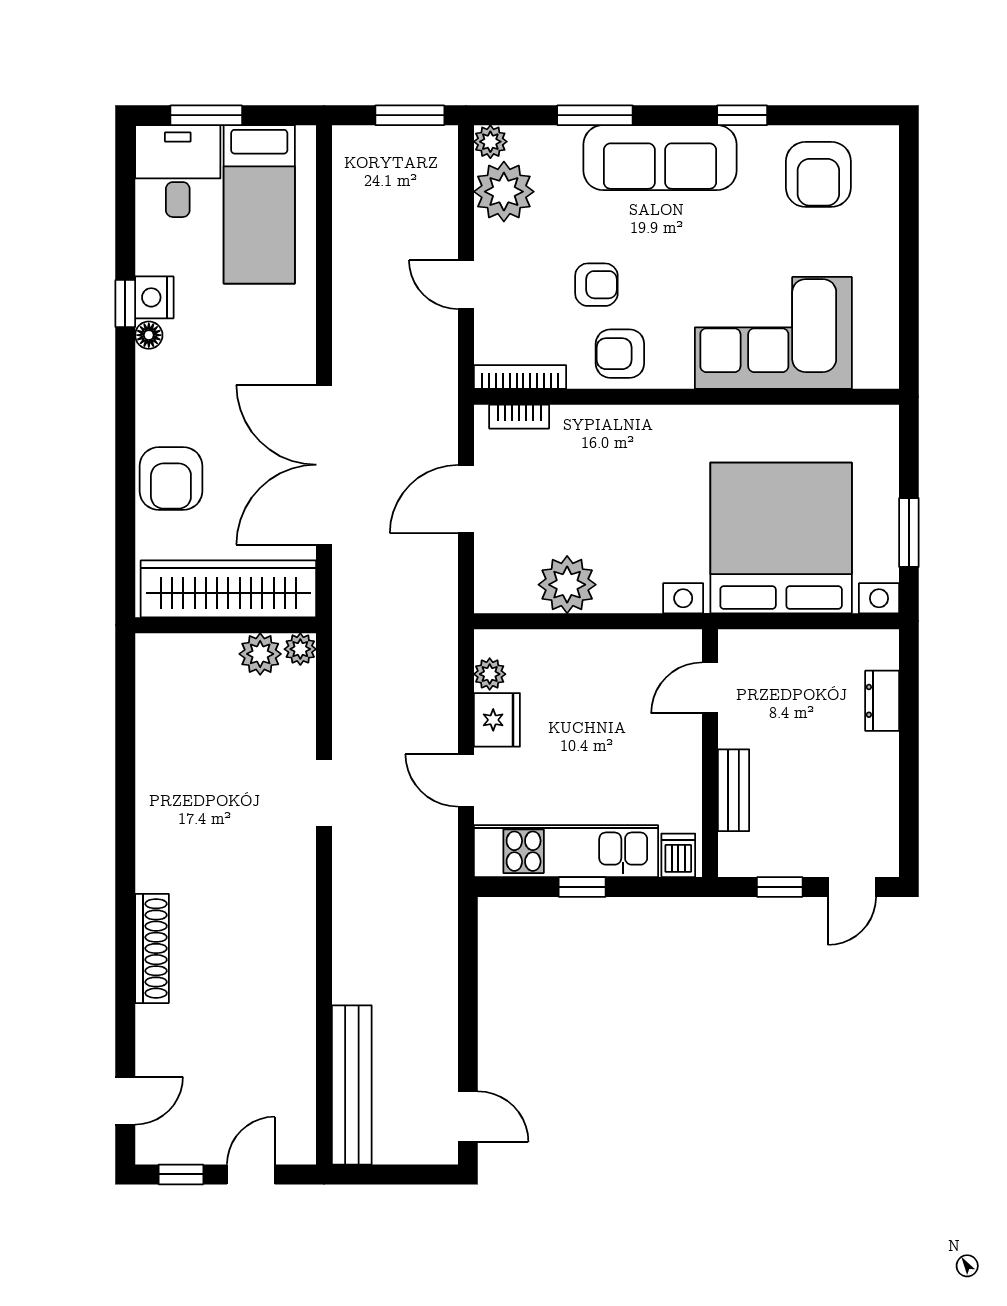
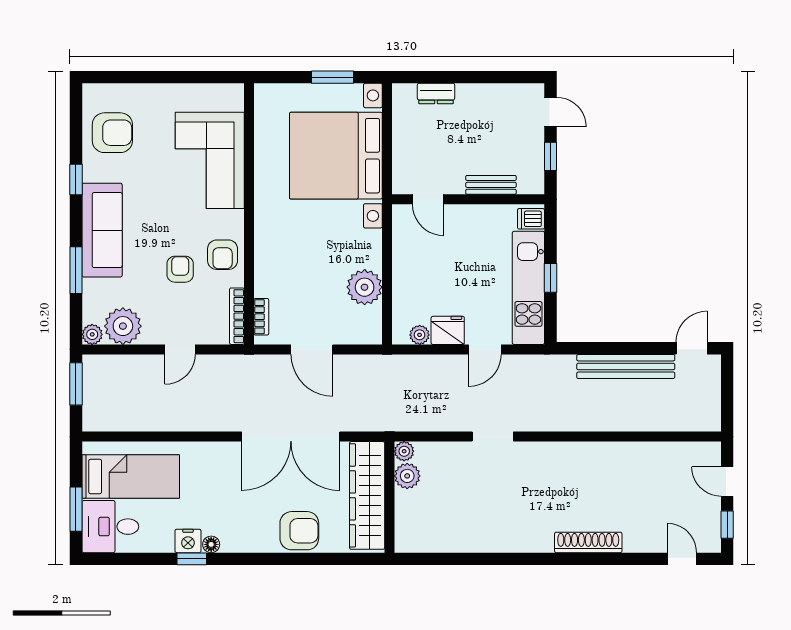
bench: (352, 1085) -> (626, 366), moved

